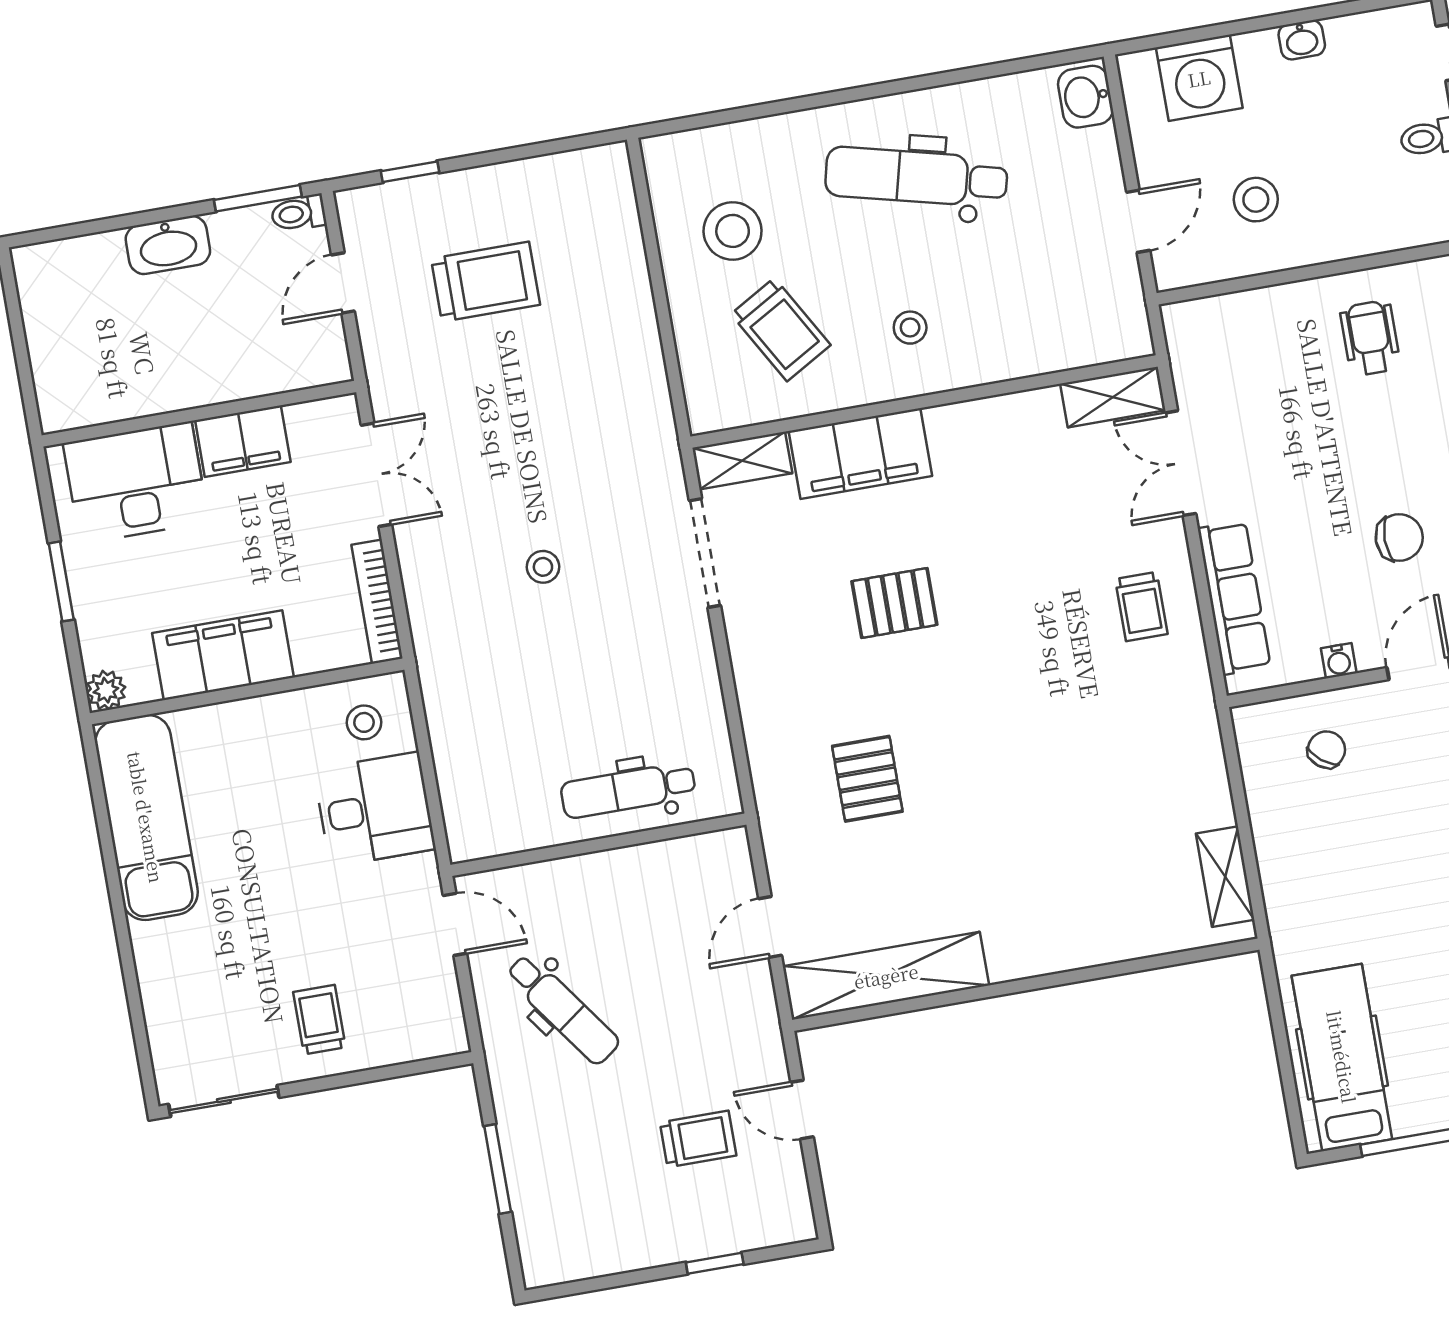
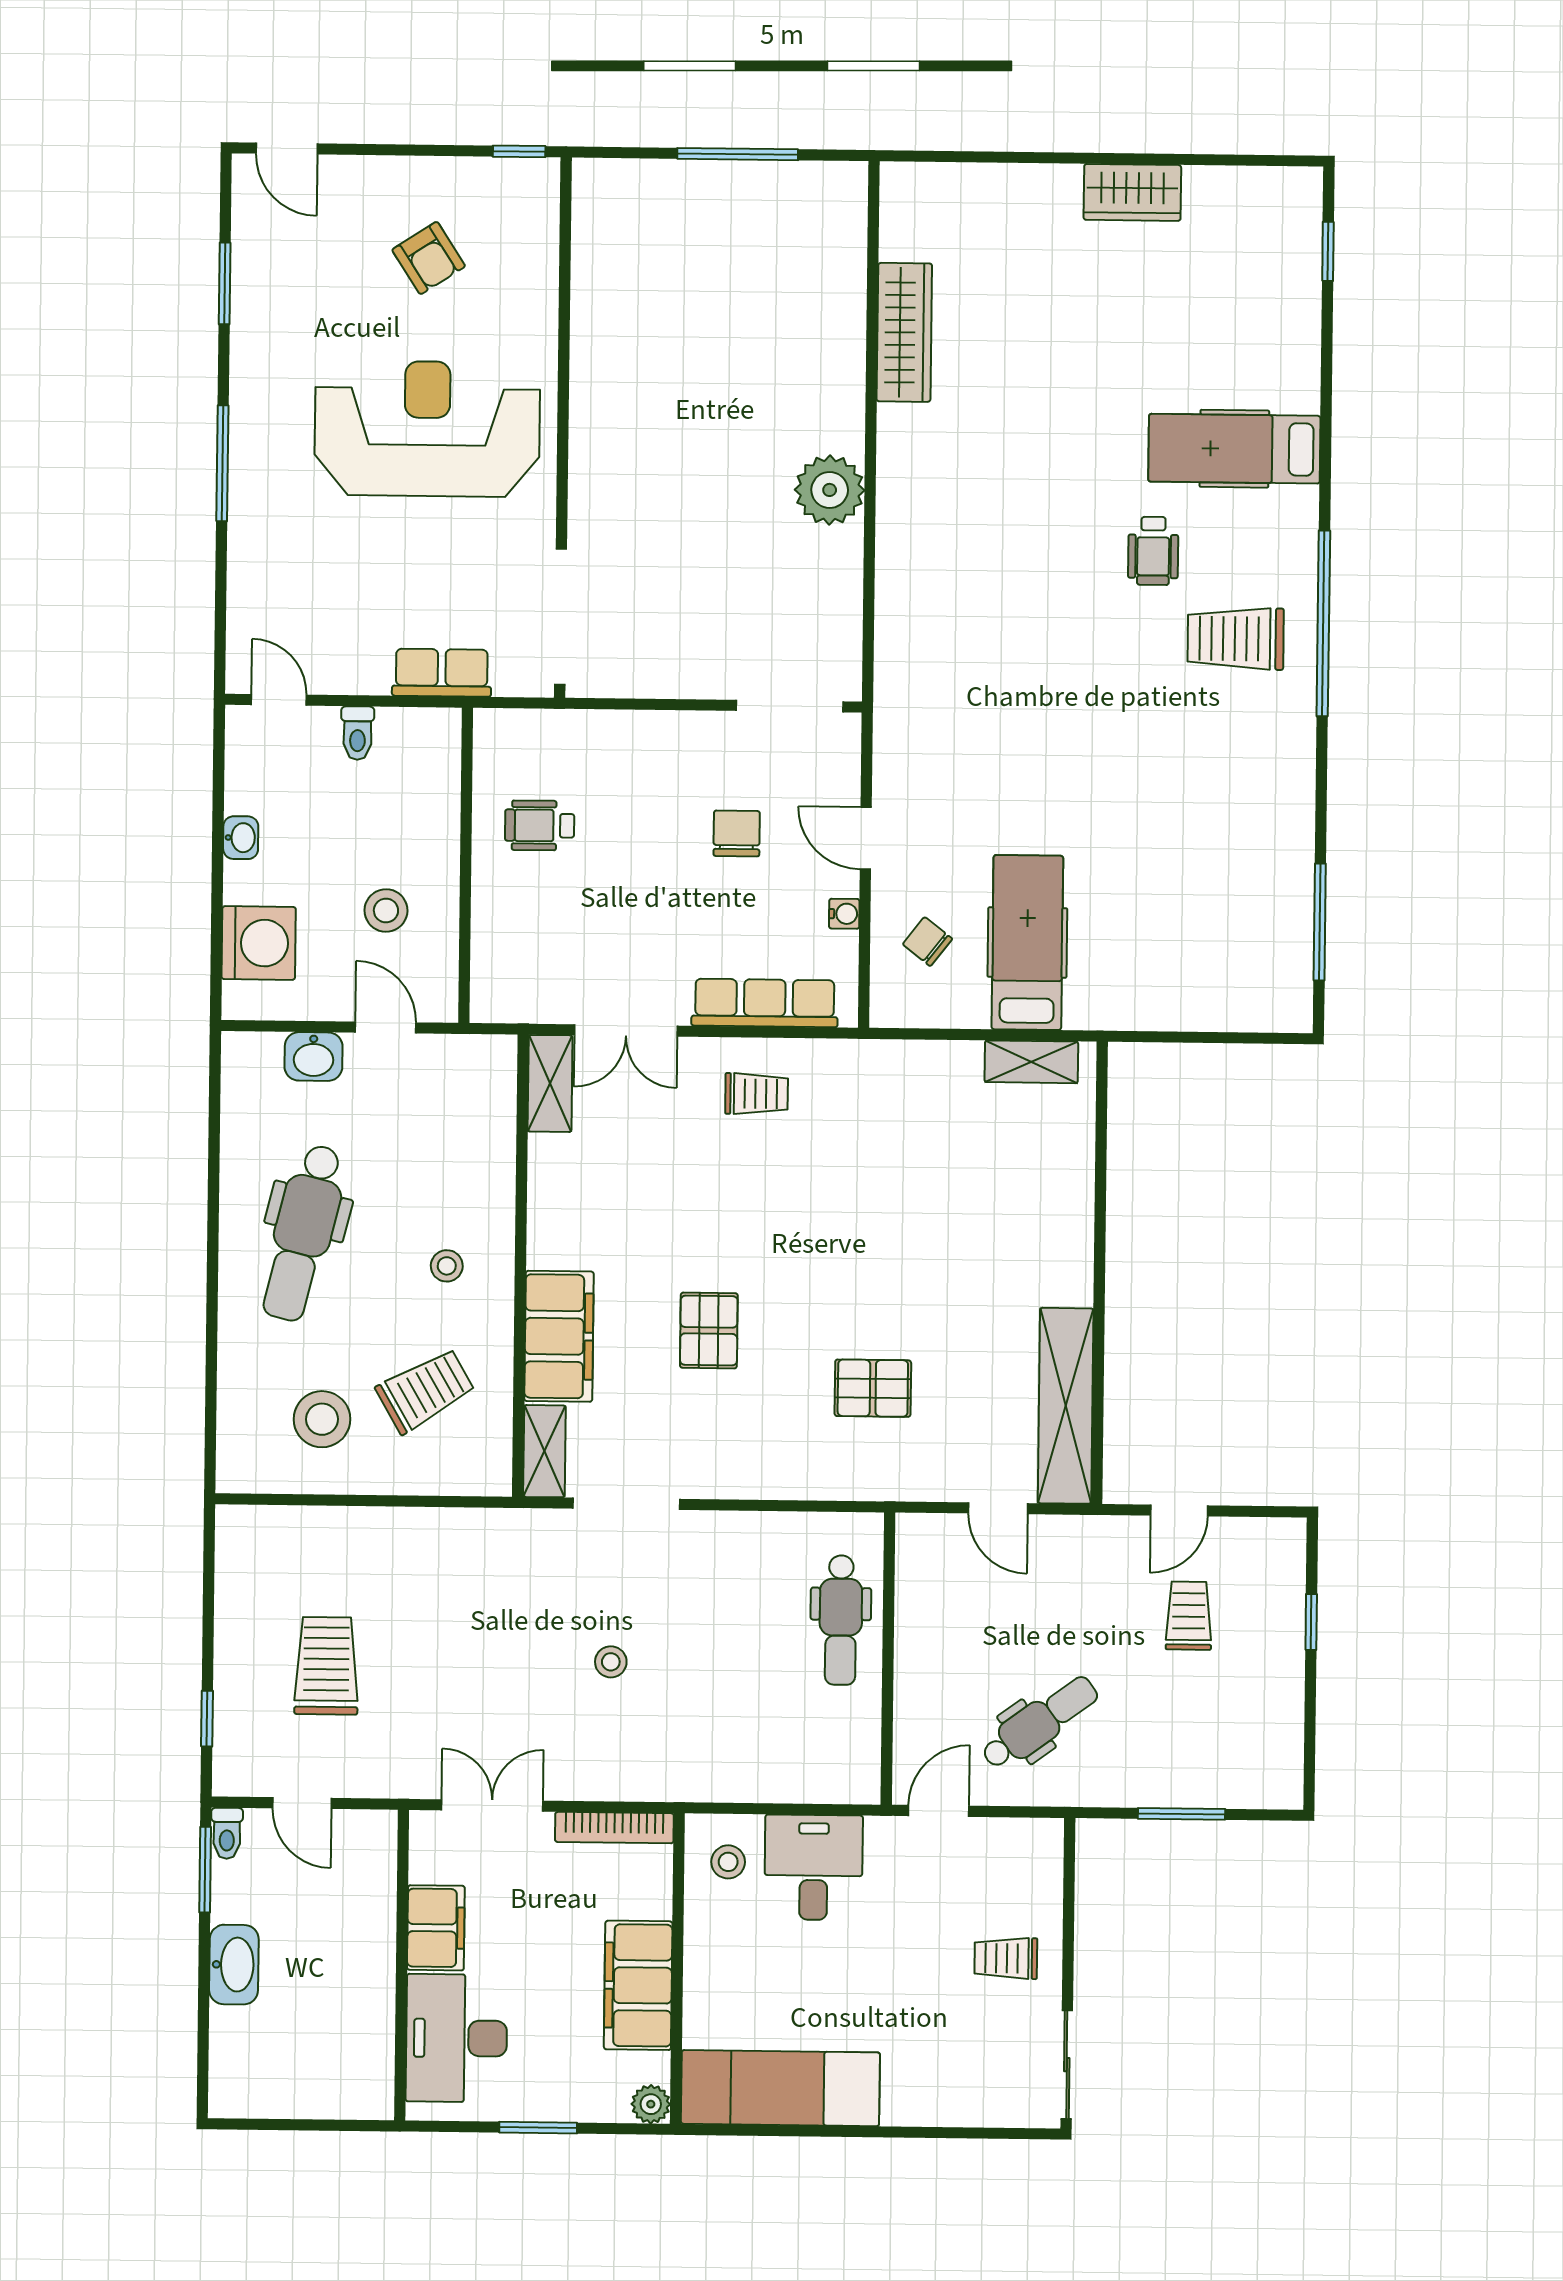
washbasin: (1085, 97) -> (314, 1056), moved
hospital bed: (1342, 1057) -> (1027, 943), moved, turned 90

